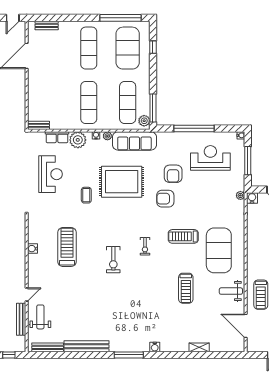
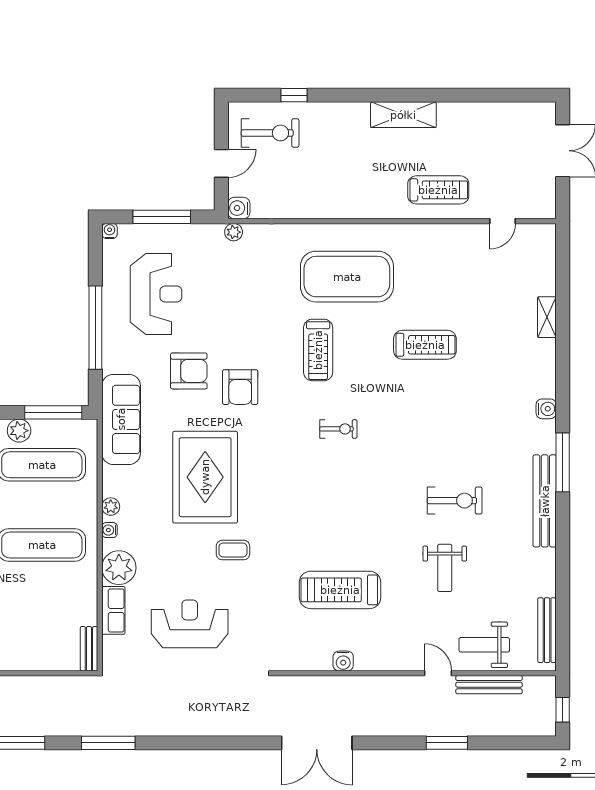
plant: (144, 121) -> (19, 431), moved
sofa: (134, 141) -> (121, 419), moved
reception desk: (210, 158) -> (156, 294), turned 180
exercise bike: (113, 260) -> (455, 501), moved
weight bench: (231, 291) -> (445, 568), moved
door: (246, 326) -> (503, 221), width x0.53
bench: (87, 346) -> (545, 501), moved

